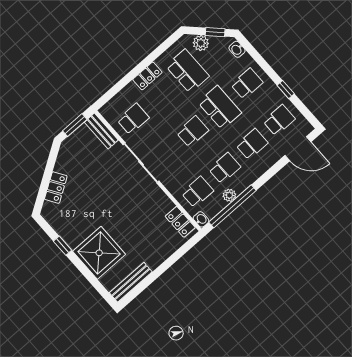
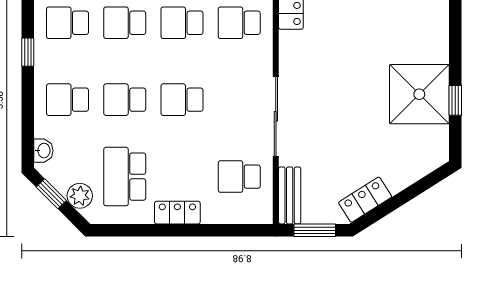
school desk: (220, 108) -> (125, 100), width x0.54
locker: (56, 188) -> (365, 200), moved
shower: (99, 253) -> (419, 94), moved

